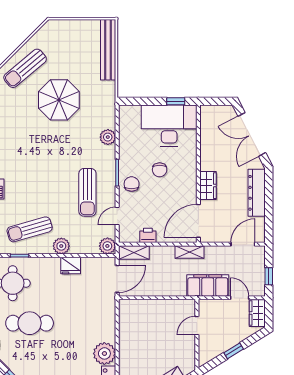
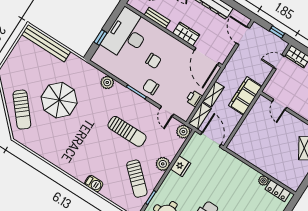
window: (176, 101) -> (101, 38), moved
bench: (206, 146) -> (157, 18), added
sun lounger: (87, 192) -> (127, 131), moved
sun lounger: (30, 229) -> (137, 179), turned -31
shelving: (189, 252) -> (213, 94), moved
filing cabinet: (208, 285) -> (245, 96), moved
plant: (104, 353) -> (263, 180), width x0.53, depth x0.53

